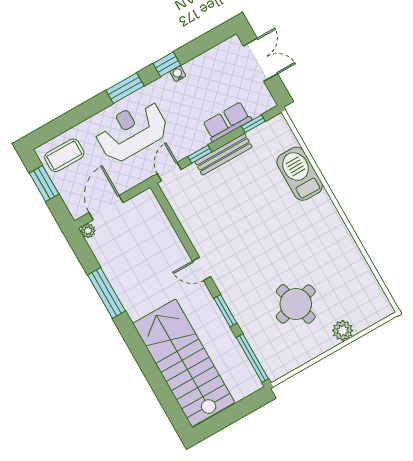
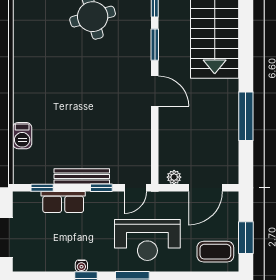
barbecue: (300, 174) -> (22, 136), width x0.53, depth x0.65
plant: (88, 231) -> (174, 177), moved
door: (201, 269) -> (155, 91), width x1.37

